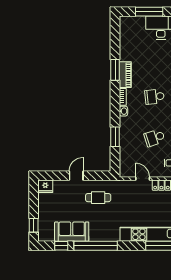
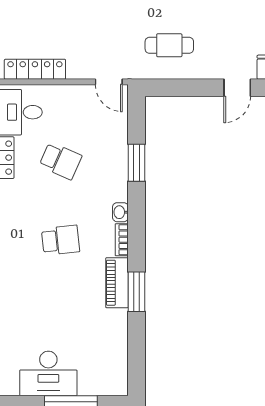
school desk: (154, 138) -> (61, 161), turned 42
door: (76, 176) -> (237, 88), moved
door: (143, 179) -> (109, 82), moved

